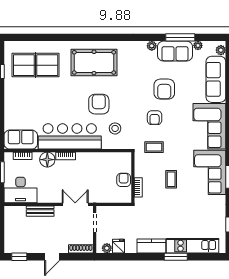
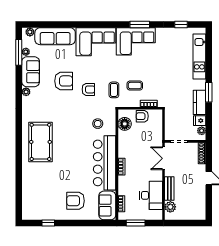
window: (180, 37) -> (19, 52), moved
table tennis table: (36, 65) -> (43, 193), removed
armchair: (99, 104) -> (76, 201), moved
floor lamp: (47, 160) -> (125, 124), moved
coffee table: (171, 179) -> (135, 86), moved
desk: (21, 190) -> (151, 195), moved
plant: (19, 212) -> (170, 207), added
kitchen counter: (151, 246) -> (200, 102), moved
window: (19, 257) -> (209, 207), removed
window: (176, 257) -> (209, 92), moved

